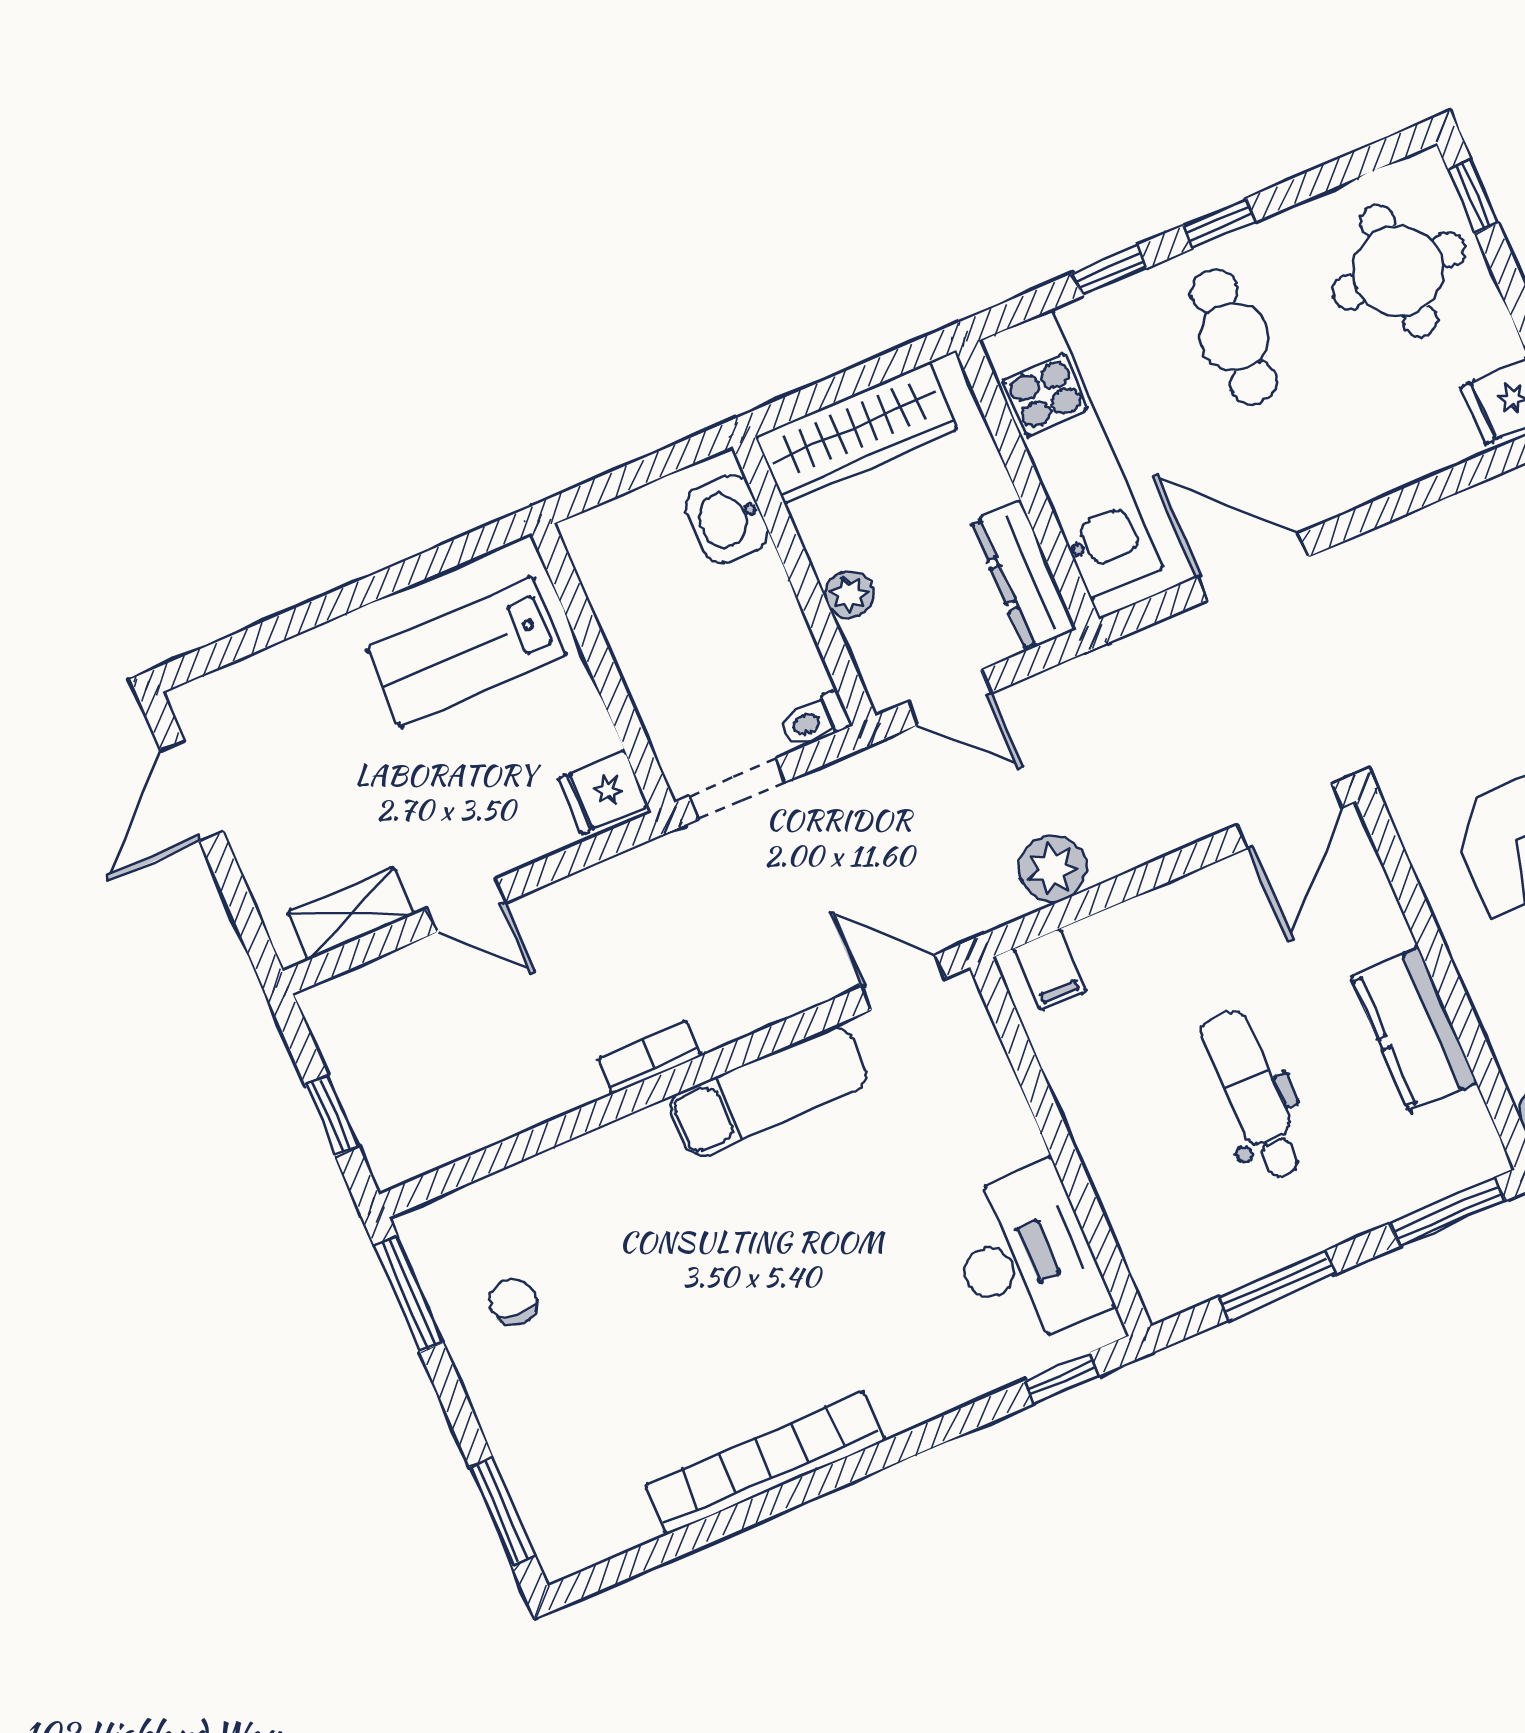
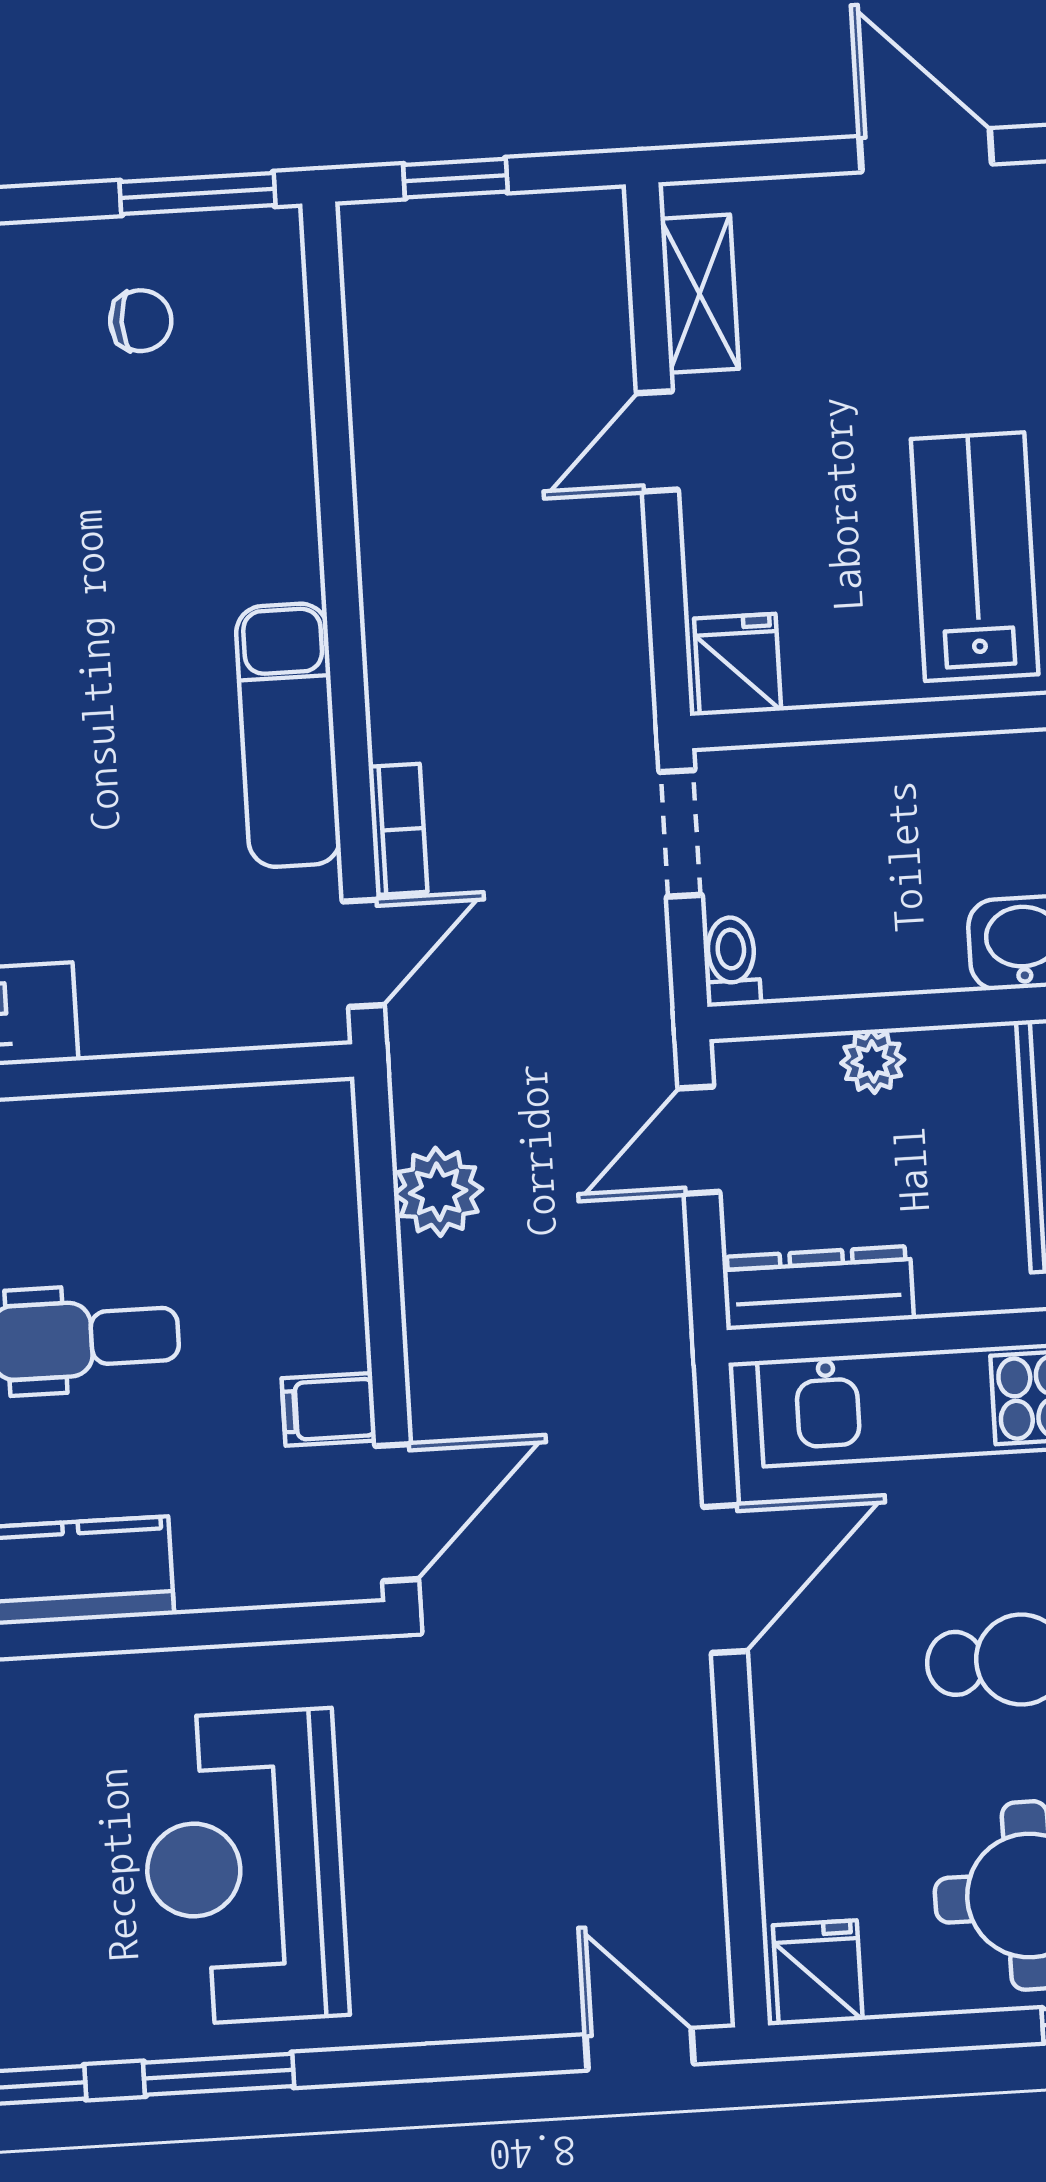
door: (1290, 816) -> (397, 1513), swing flipped
filing cabinet: (1050, 970) -> (329, 1409), moved
bookcase: (650, 1057) -> (398, 829), moved

